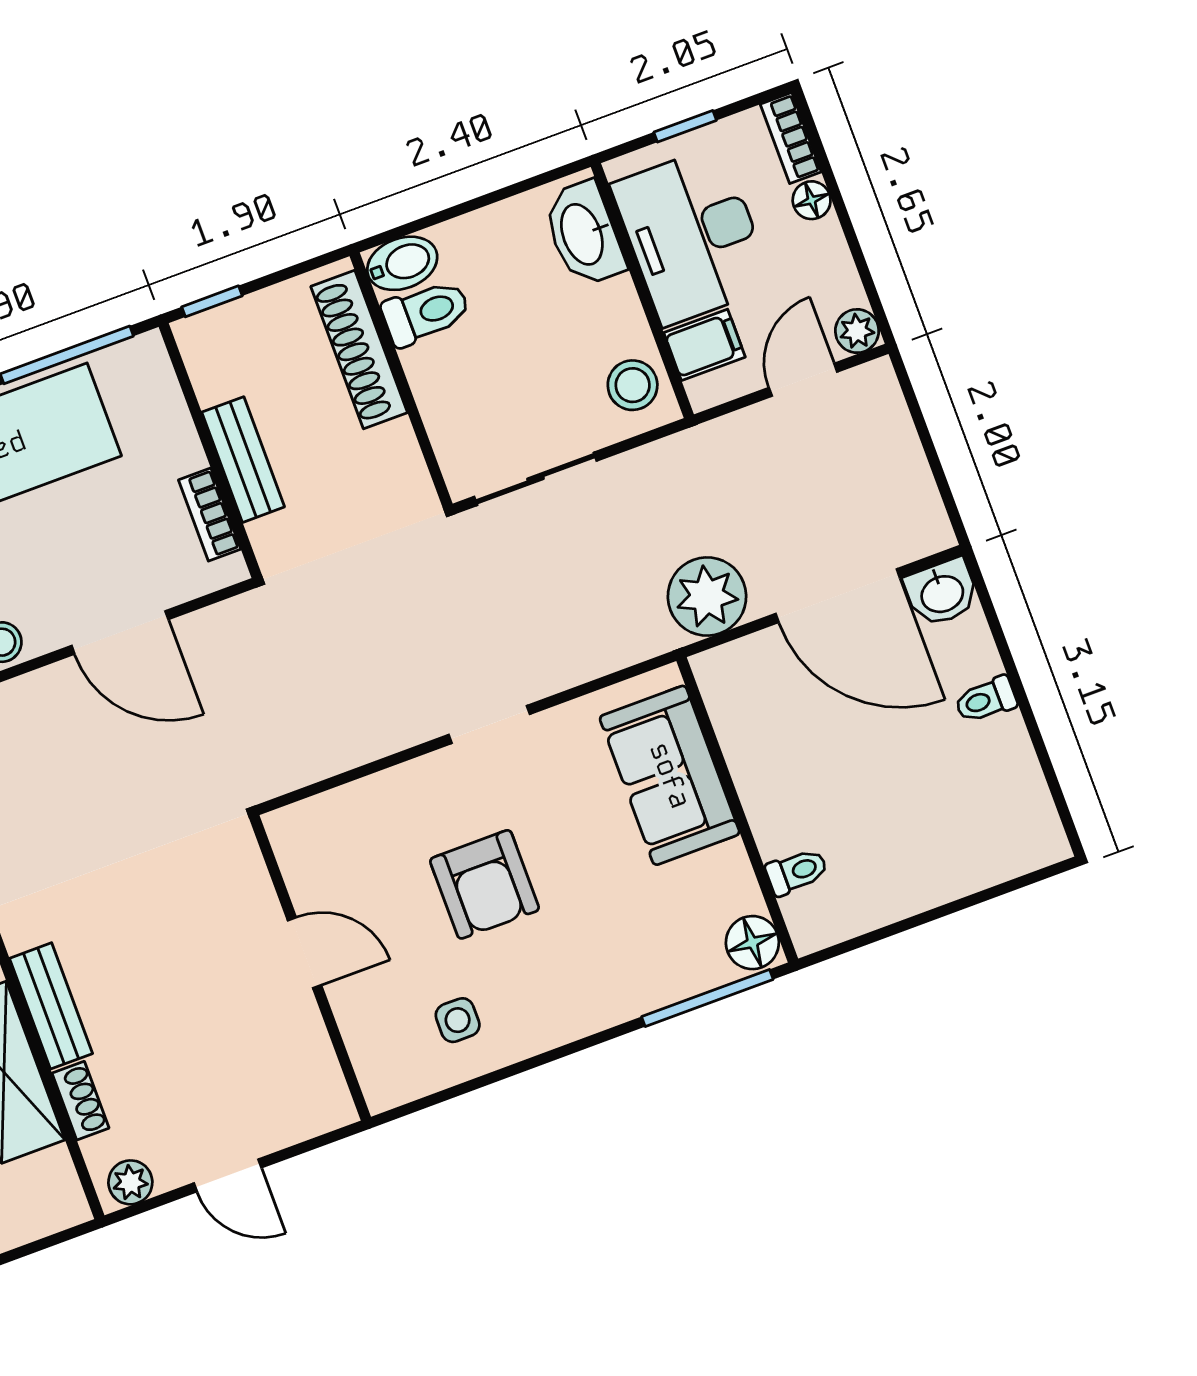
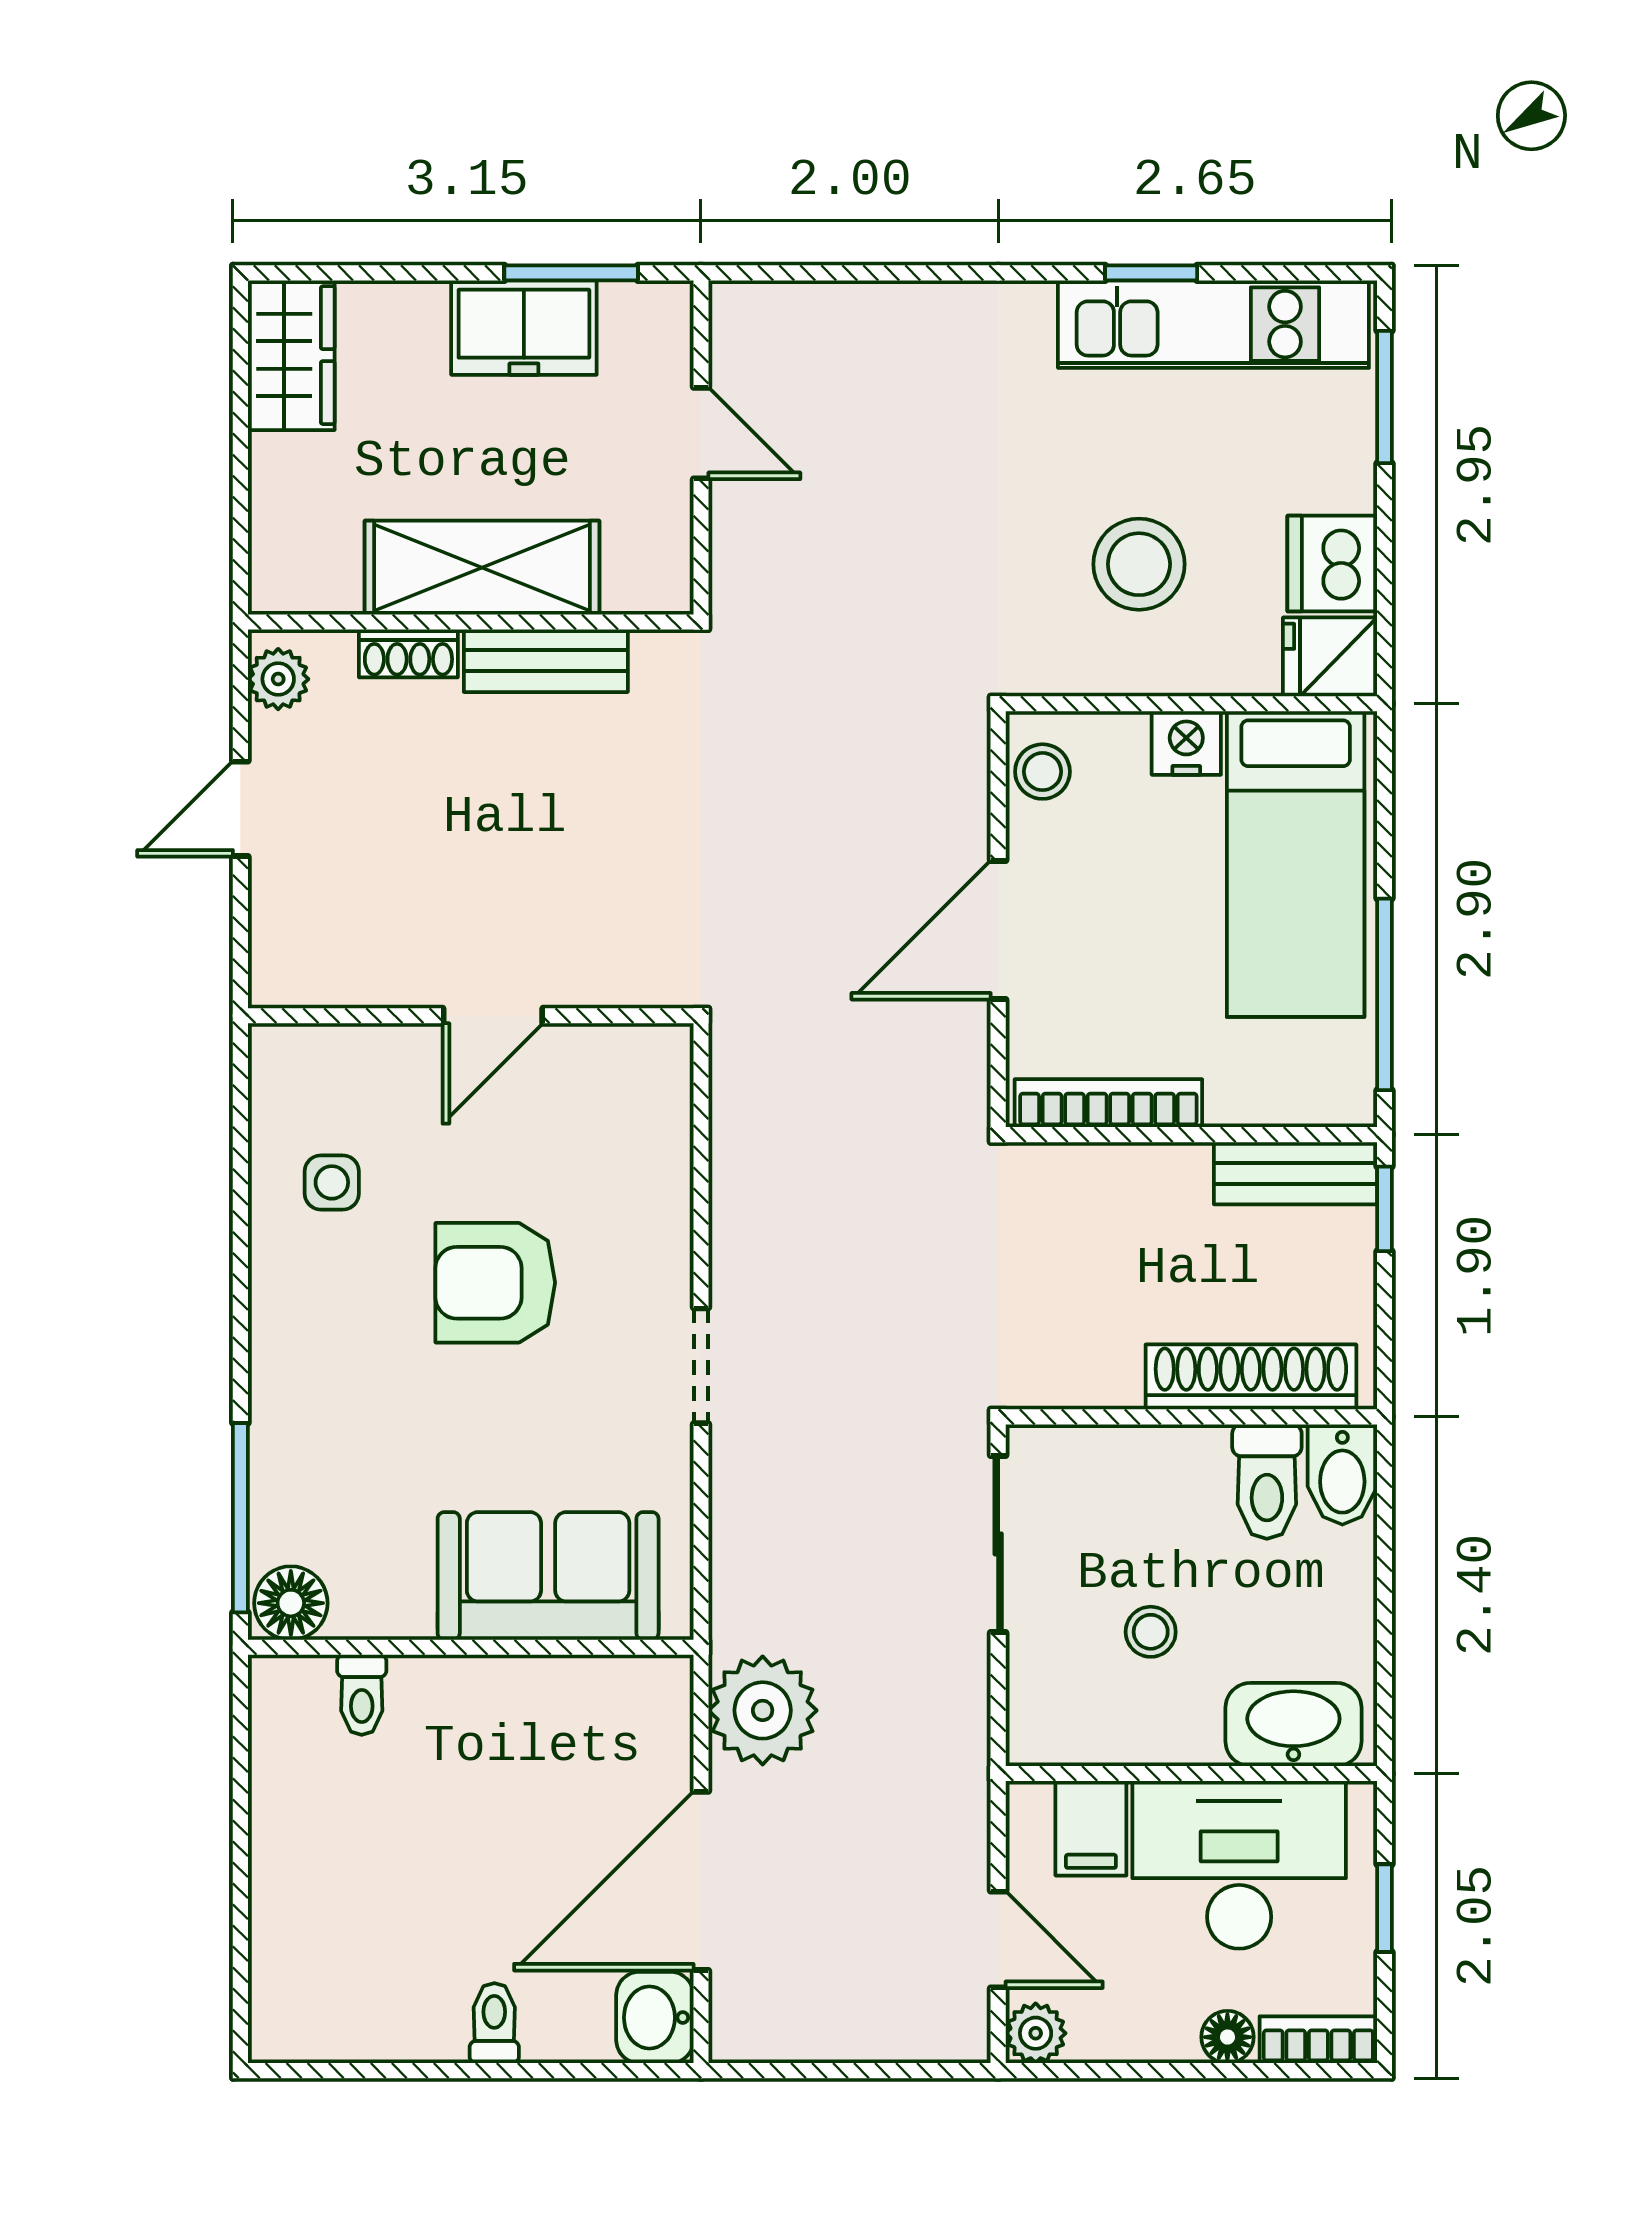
stool: (633, 385) -> (1151, 1632), moved, width x0.73, depth x0.73
bench: (243, 460) -> (1295, 1173), moved
bookcase: (210, 515) -> (1108, 1103), width x1.56

